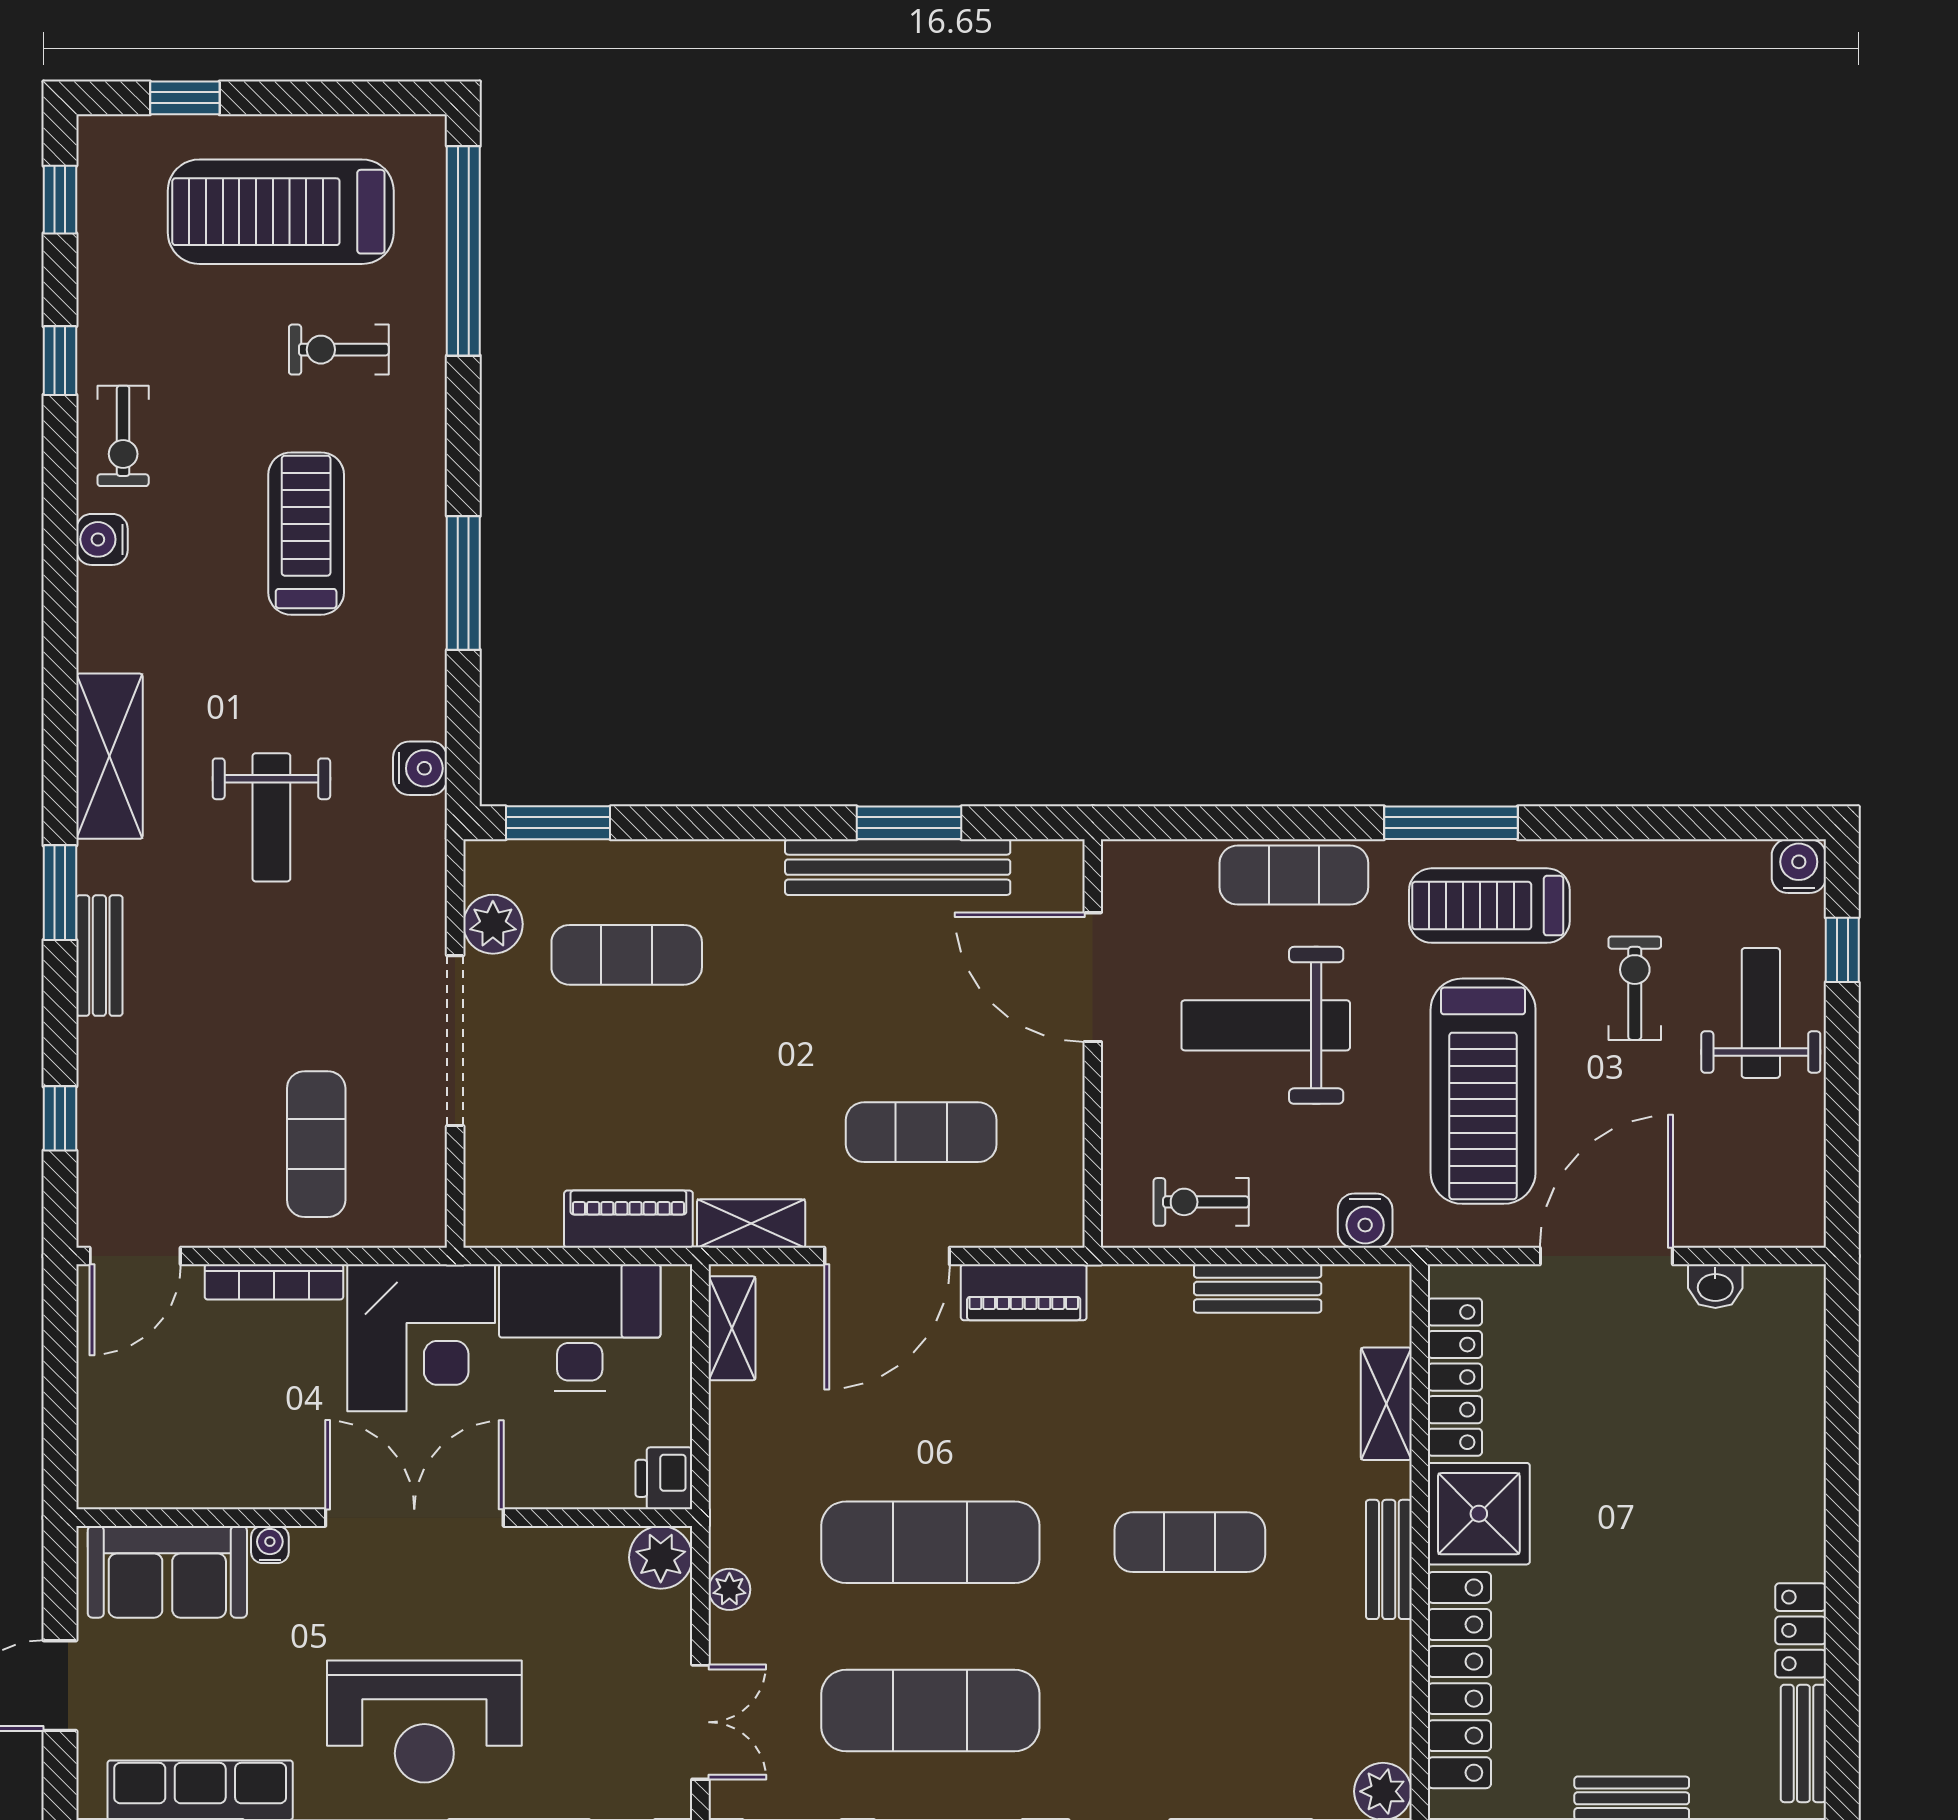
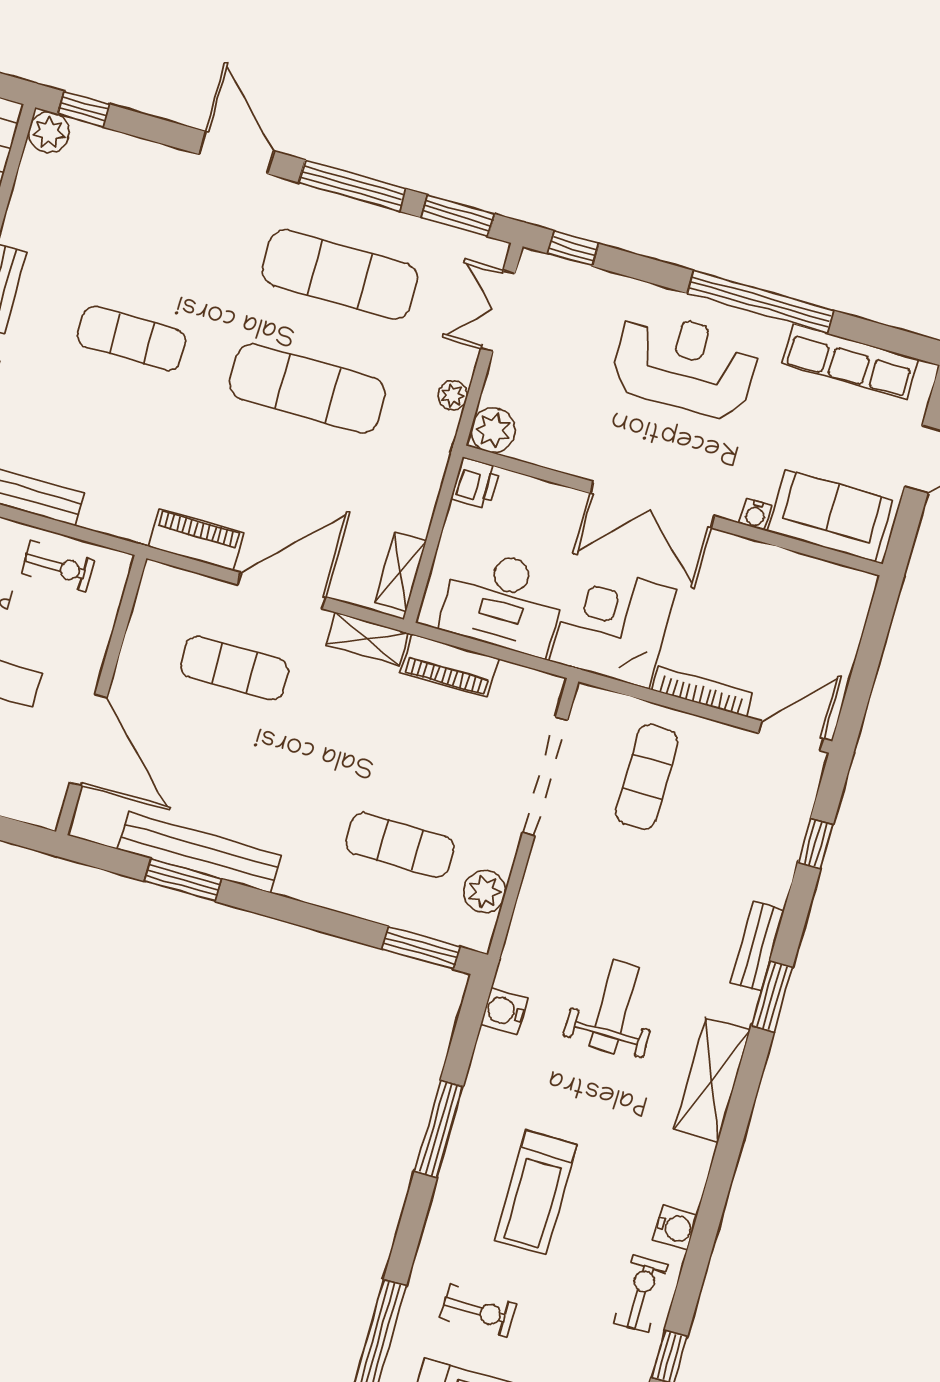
doorway: (455, 1041) -> (545, 776), moved

